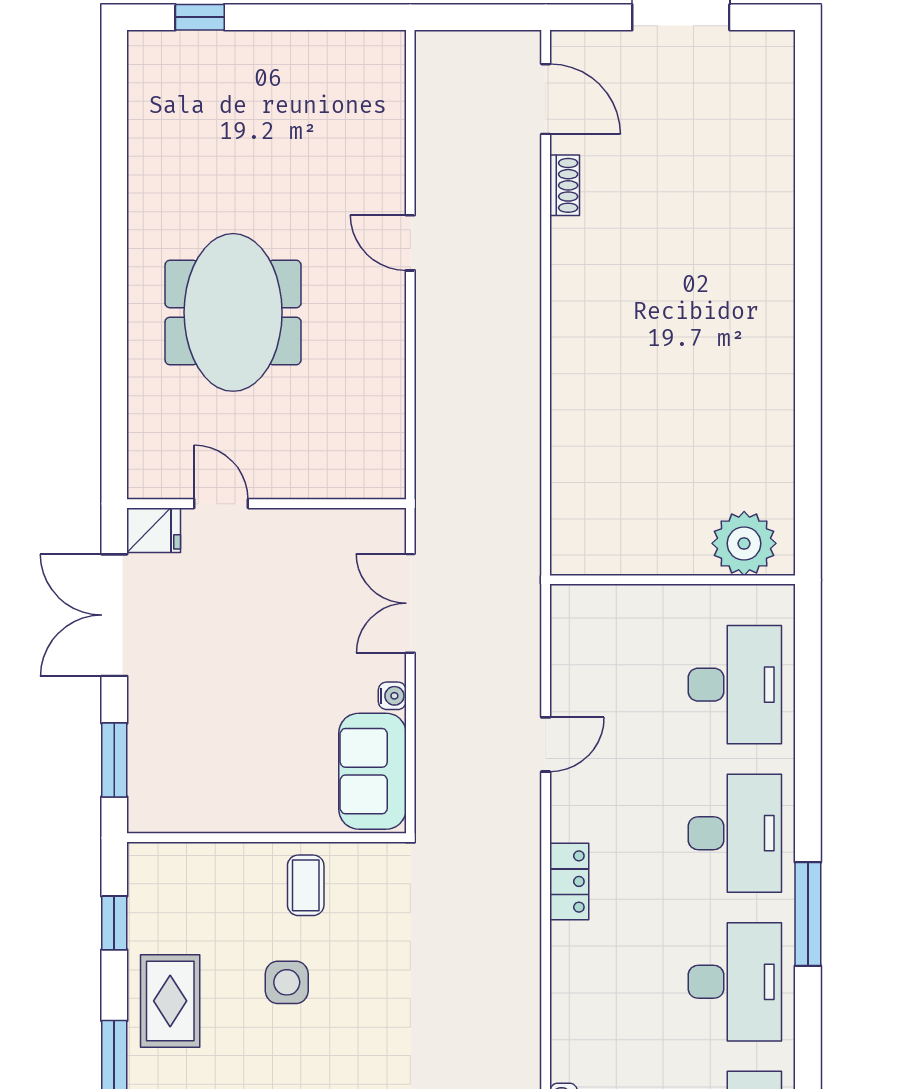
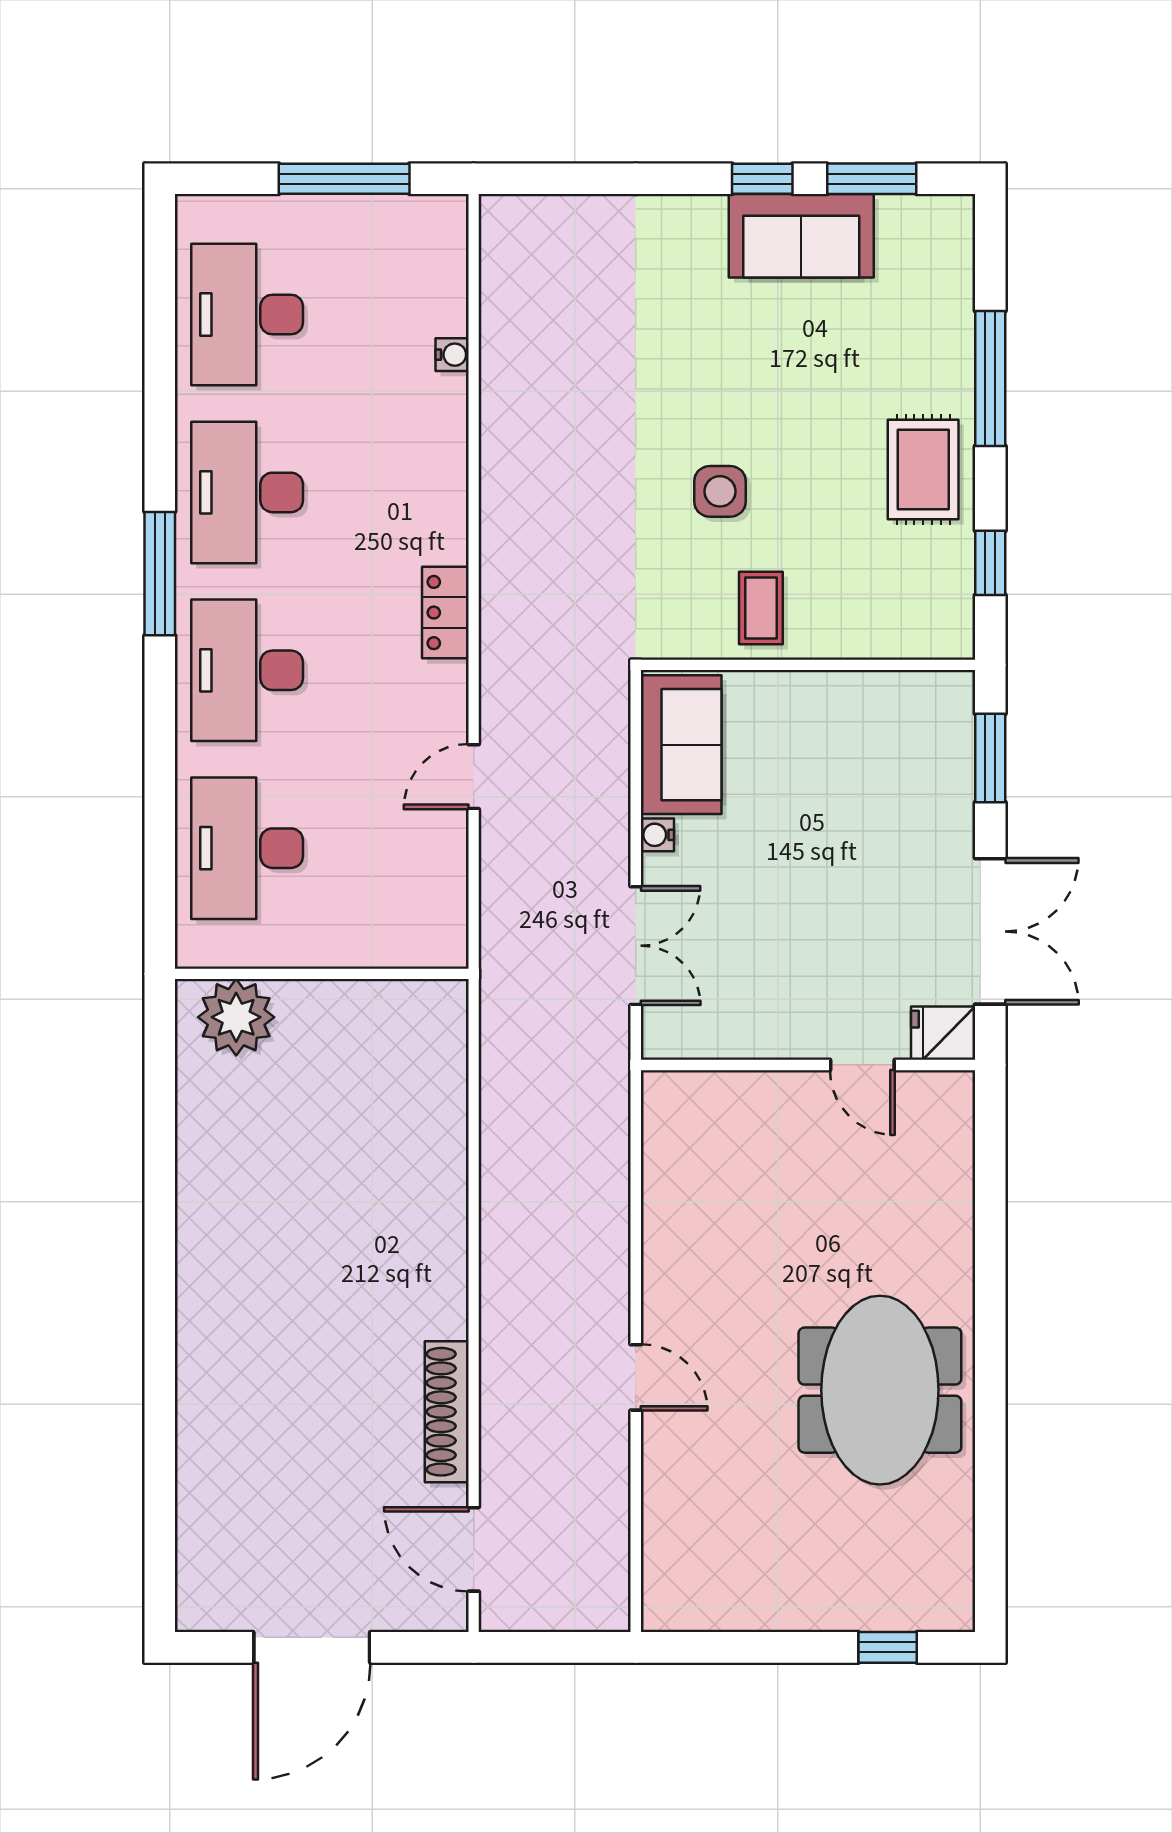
shoe rack: (565, 185) -> (447, 1412), width x1.94, depth x1.24
meeting table: (233, 312) -> (880, 1390), moved
side table: (287, 982) -> (720, 491), moved

